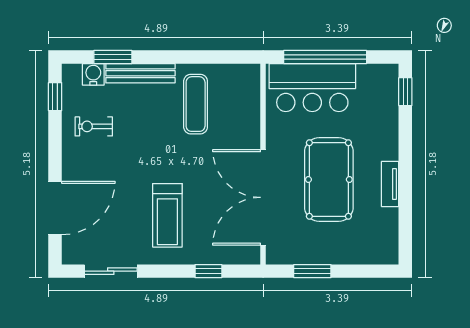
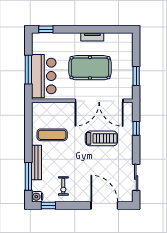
window: (113, 57) -> (28, 176), width x1.44
window: (325, 57) -> (28, 70), width x0.68
water cooler: (93, 74) -> (37, 197), moved
treadmill: (167, 215) -> (101, 138), moved

